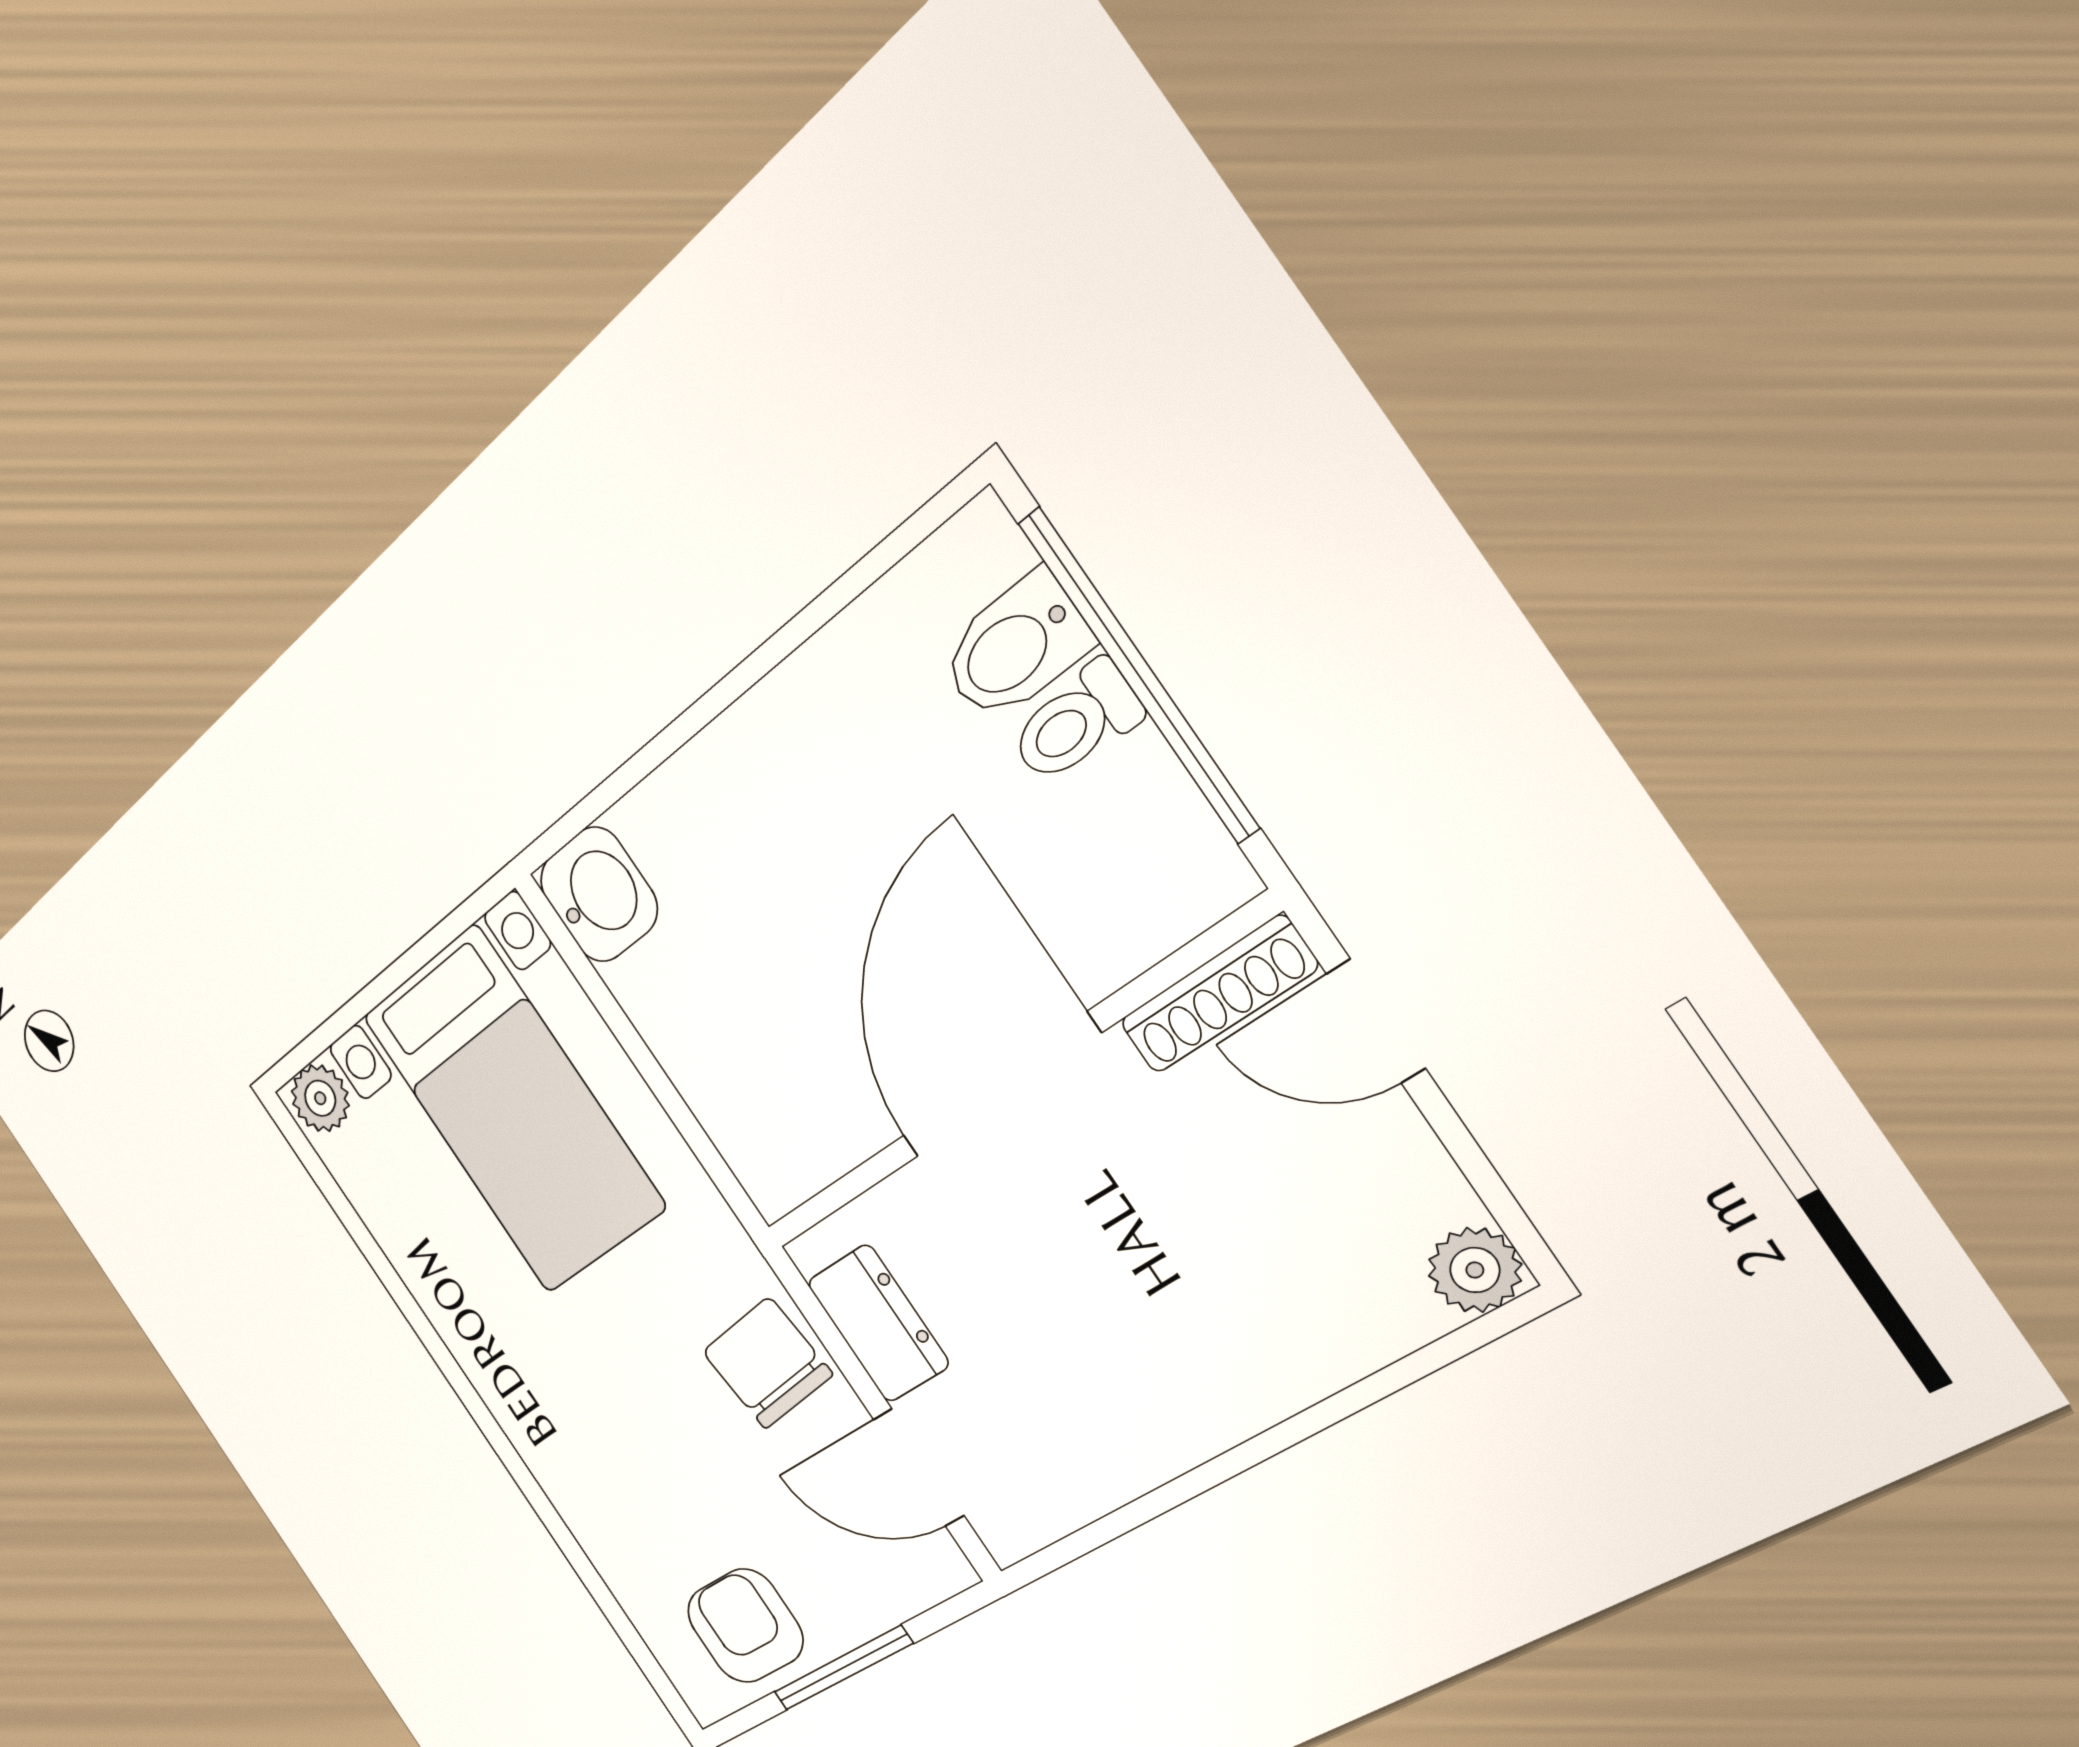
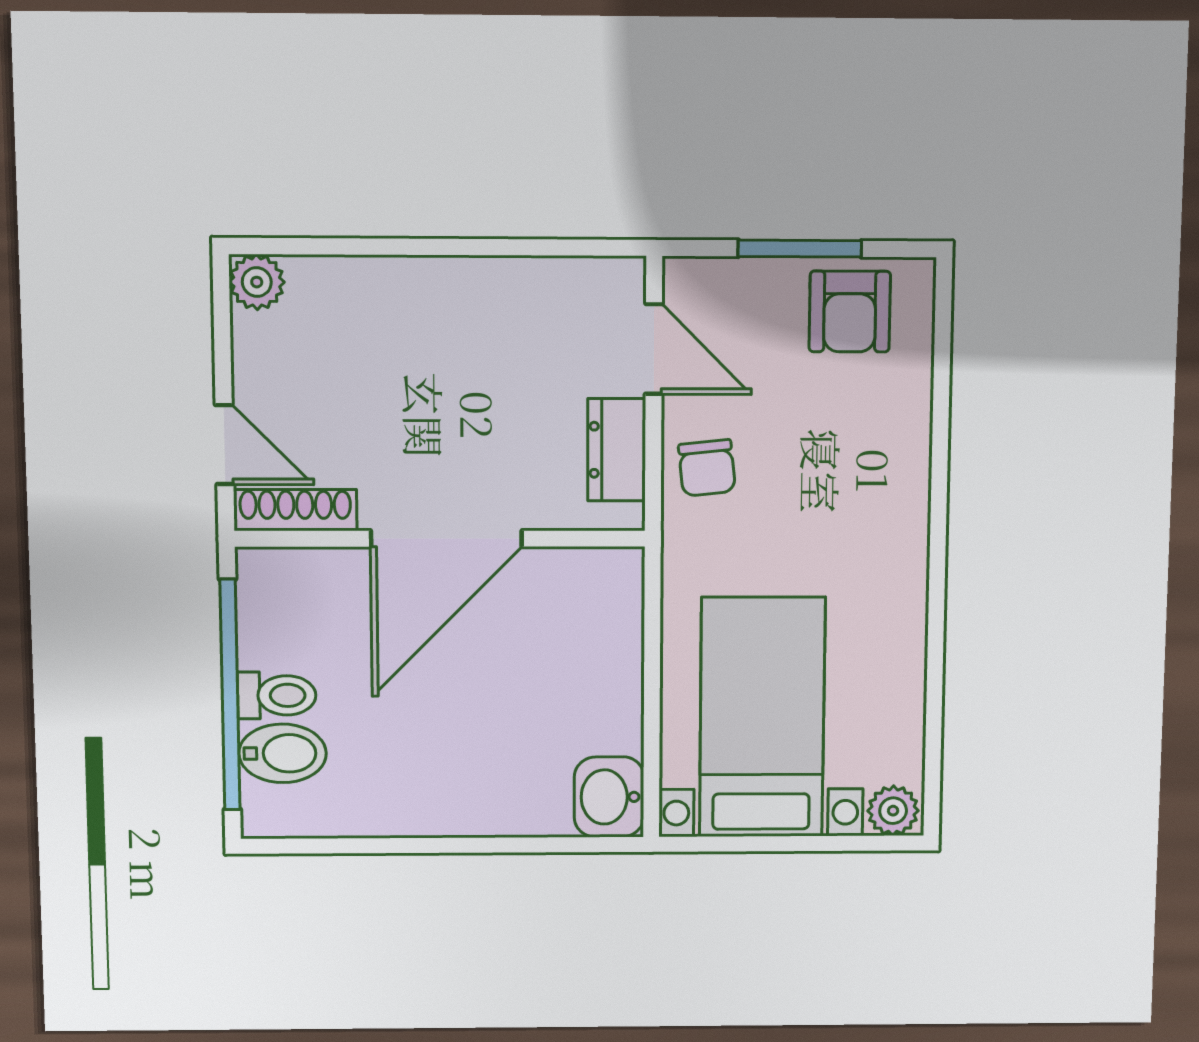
chair: (767, 1363) -> (707, 468), width x0.73, depth x0.73

